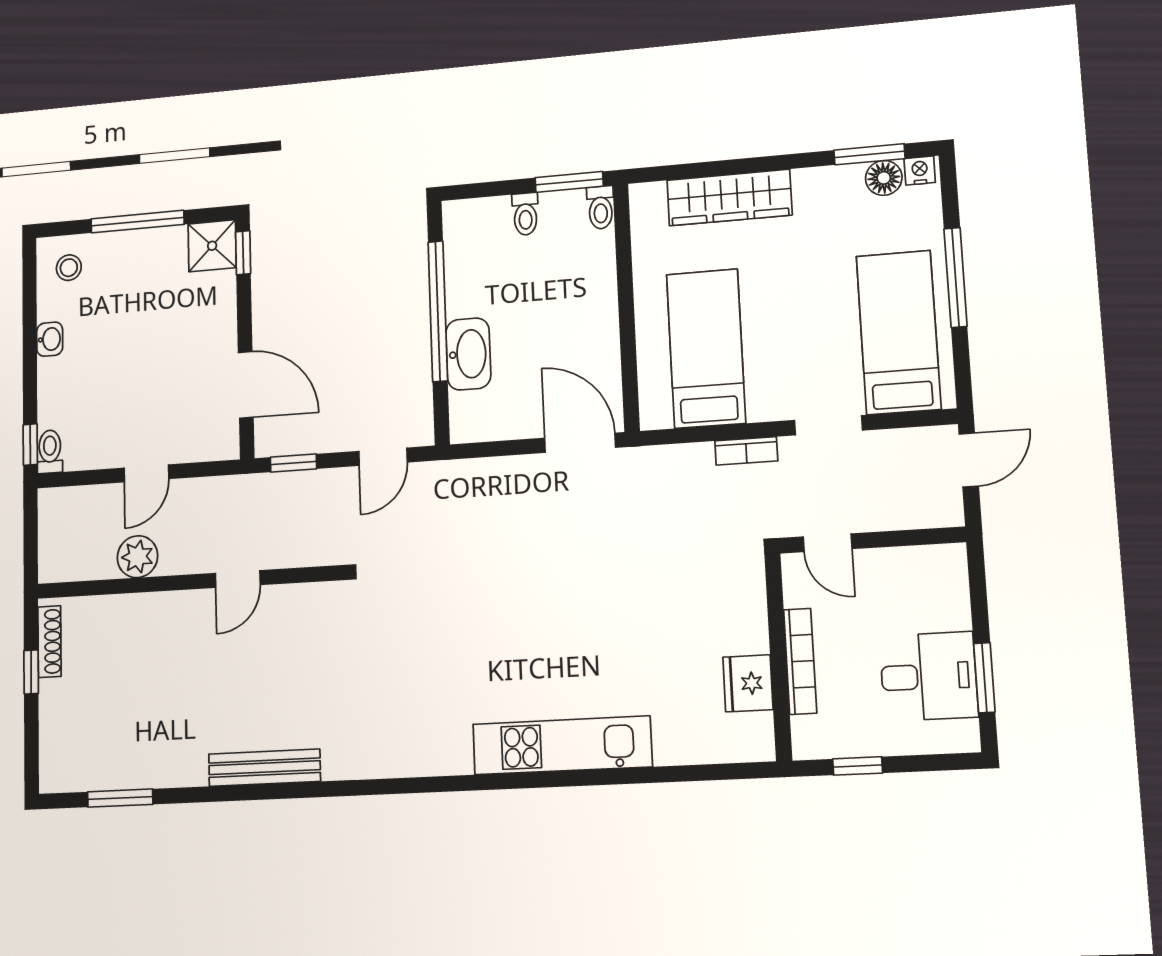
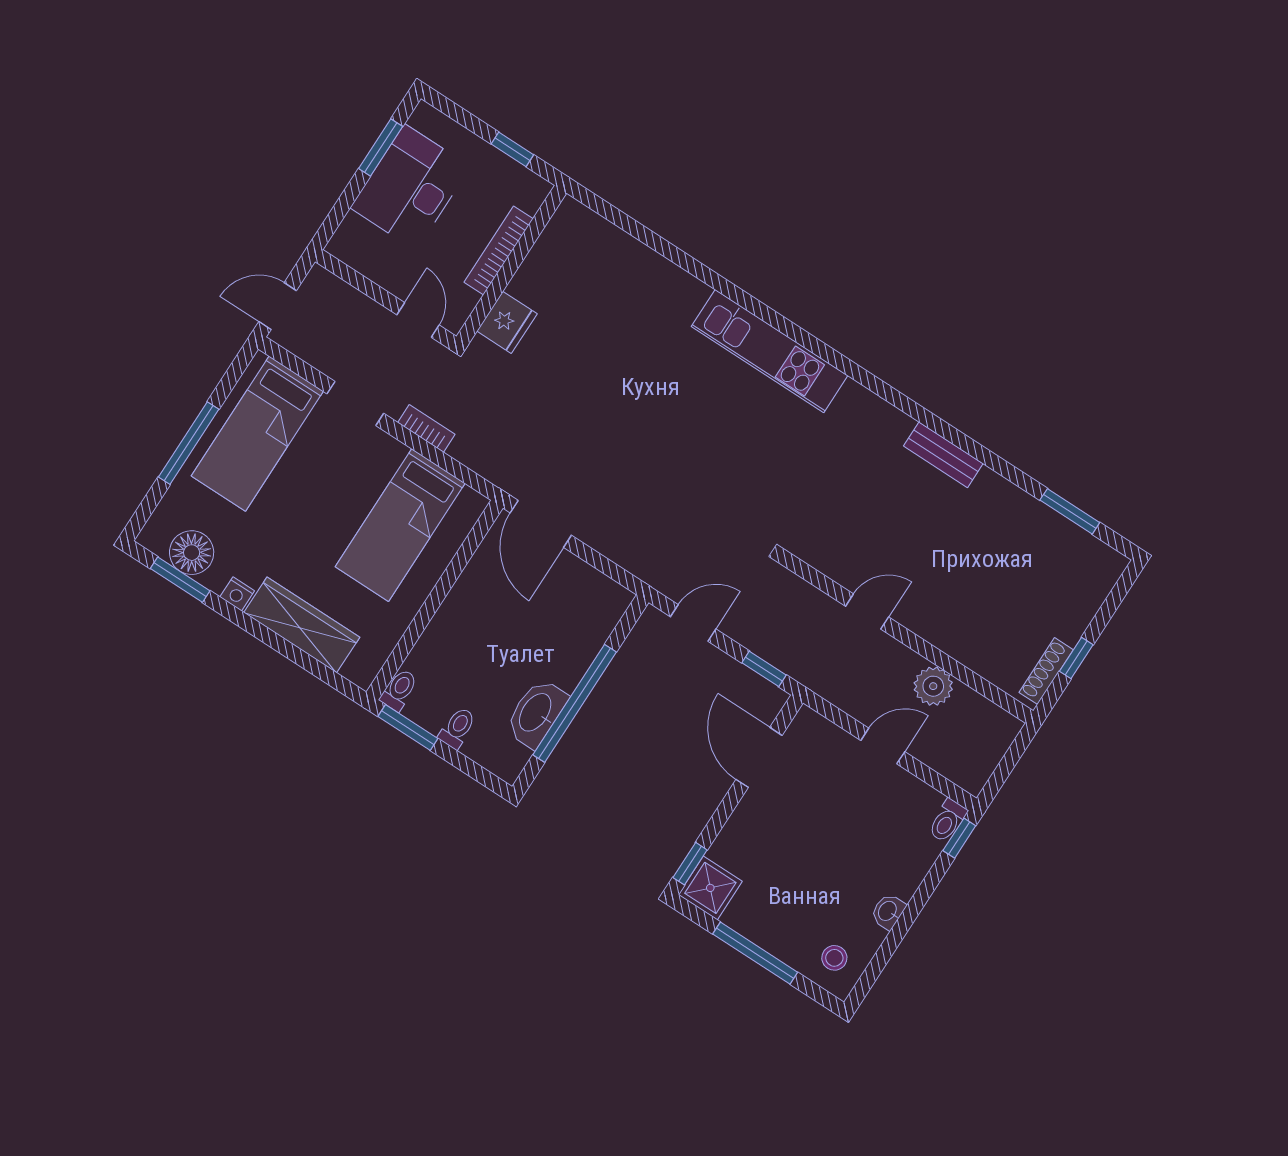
nightstand: (920, 171) -> (237, 594), moved
floor lamp: (884, 178) -> (192, 553), width x1.38, depth x1.38
washbasin: (468, 354) -> (536, 713), moved
desk: (929, 676) -> (410, 187), width x1.37
fridge: (748, 683) -> (507, 322), moved
kitchen unit: (562, 745) -> (769, 351), moved
bench: (264, 768) -> (943, 455), width x0.73

